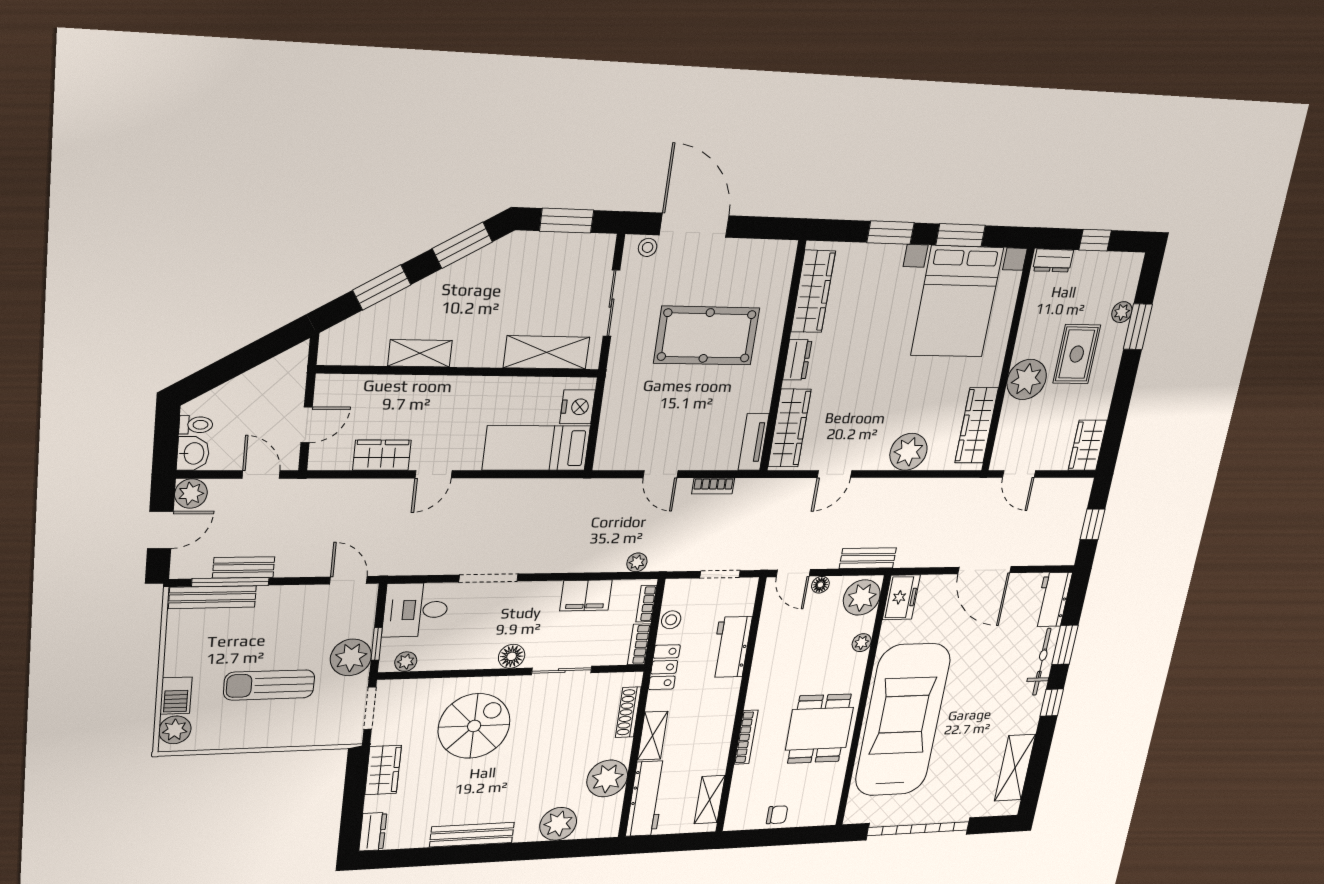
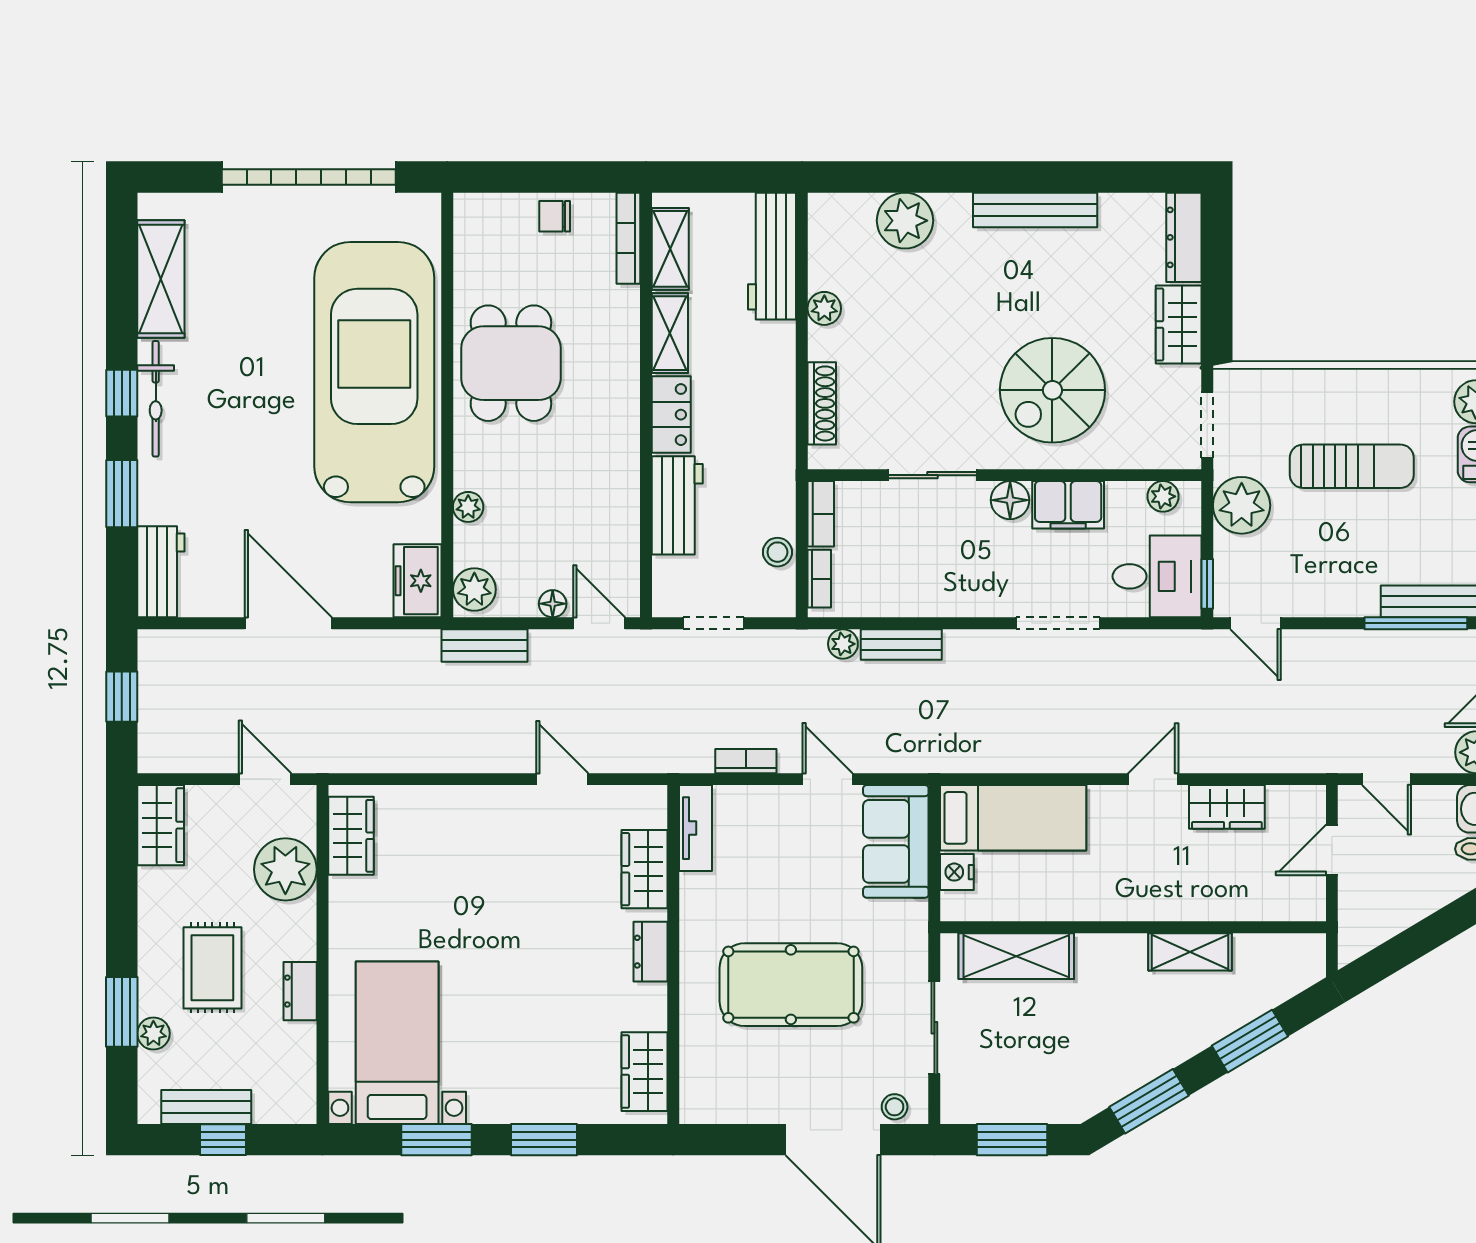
dresser: (1053, 260) -> (300, 991), moved, turned -90
bench: (1101, 263) -> (206, 1107), added
wardrobe: (813, 291) -> (644, 1072), width x0.67
bed with nightstands: (957, 302) -> (397, 1043), width x0.73
plant: (1027, 379) -> (285, 869), moved
nightstand: (577, 407) -> (957, 872), width x0.74, depth x0.75
wardrobe: (977, 426) -> (351, 836), width x0.67
wardrobe: (789, 428) -> (645, 869), width x0.67
sofa: (620, 432) -> (896, 841), added
plant: (908, 452) -> (452, 814), removed
door: (834, 474) -> (562, 779), hinge flipped
bench: (244, 567) -> (901, 645), moved
filing cabinet: (586, 595) -> (1068, 505), moved, turned 180
plant: (862, 597) -> (474, 589), width x0.73, depth x0.73
window: (377, 644) -> (1207, 584), moved
bicycle: (1042, 662) -> (156, 399), moved
locker: (664, 667) -> (671, 415), moved, turned 180
car: (903, 720) -> (374, 372), turned 180
shelving: (653, 736) -> (670, 333), moved
bookcase: (746, 737) -> (628, 238), moved
plant: (607, 778) -> (824, 308), width x0.53, depth x0.53
dresser: (373, 832) -> (1184, 237), width x1.44

